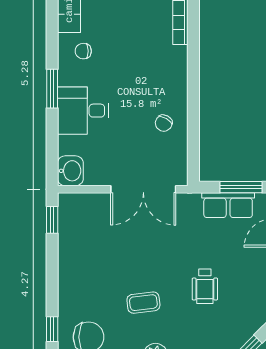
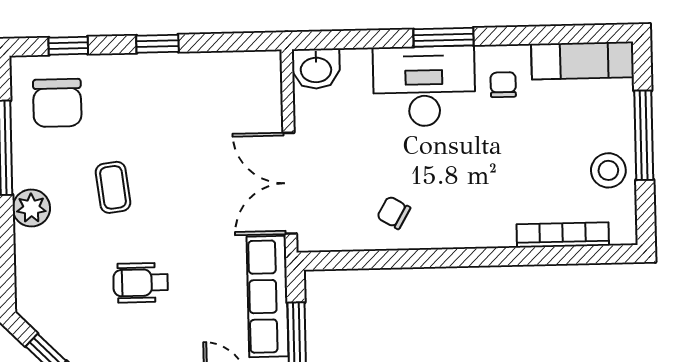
desk: (83, 111) -> (424, 86), width x1.37
row of seats: (228, 205) -> (268, 296), width x1.48
window: (52, 220) -> (157, 44), moved

